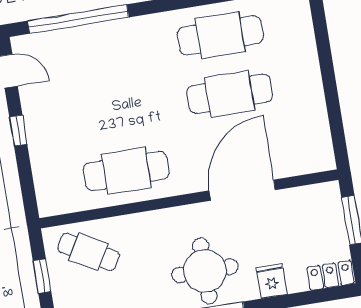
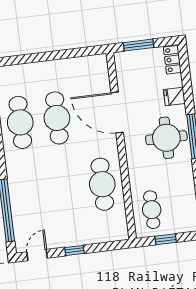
cafe table: (89, 252) -> (152, 210), turned -30

